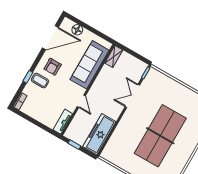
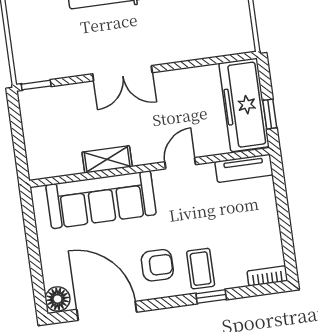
floor lamp: (77, 30) -> (58, 299), moved
shelving: (114, 56) -> (107, 159), moved
double door: (132, 96) -> (122, 73), moved
freezer: (99, 134) -> (244, 105), moved, turned 90

